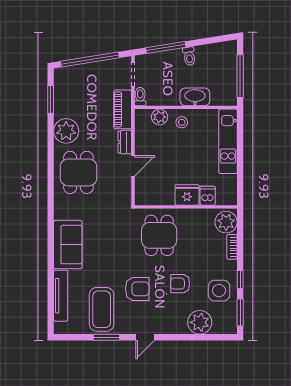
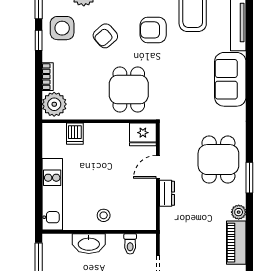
toilet: (140, 97) -> (130, 244), moved
window: (51, 99) -> (249, 178), moved
piano: (123, 109) -> (236, 243), moved, turned 180
plant: (160, 117) -> (128, 221), removed
plant: (66, 131) -> (239, 212), width x0.53, depth x0.53
fridge: (187, 195) -> (143, 134), moved
armchair: (180, 284) -> (105, 36), turned 138

